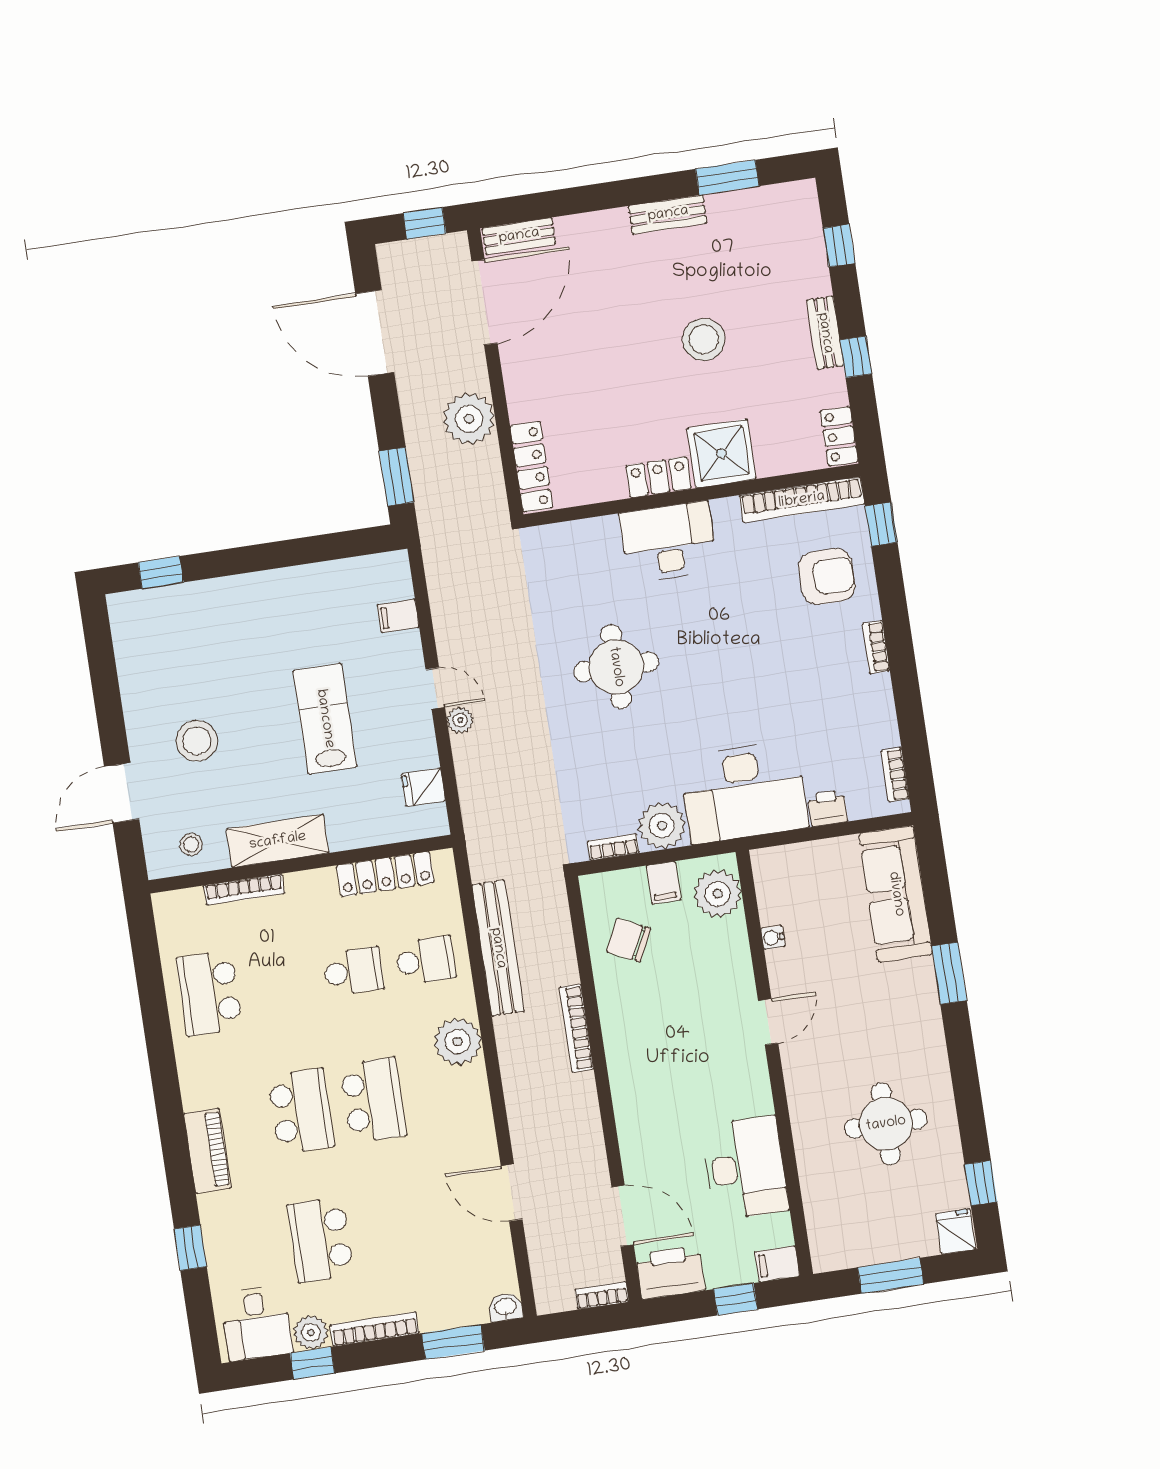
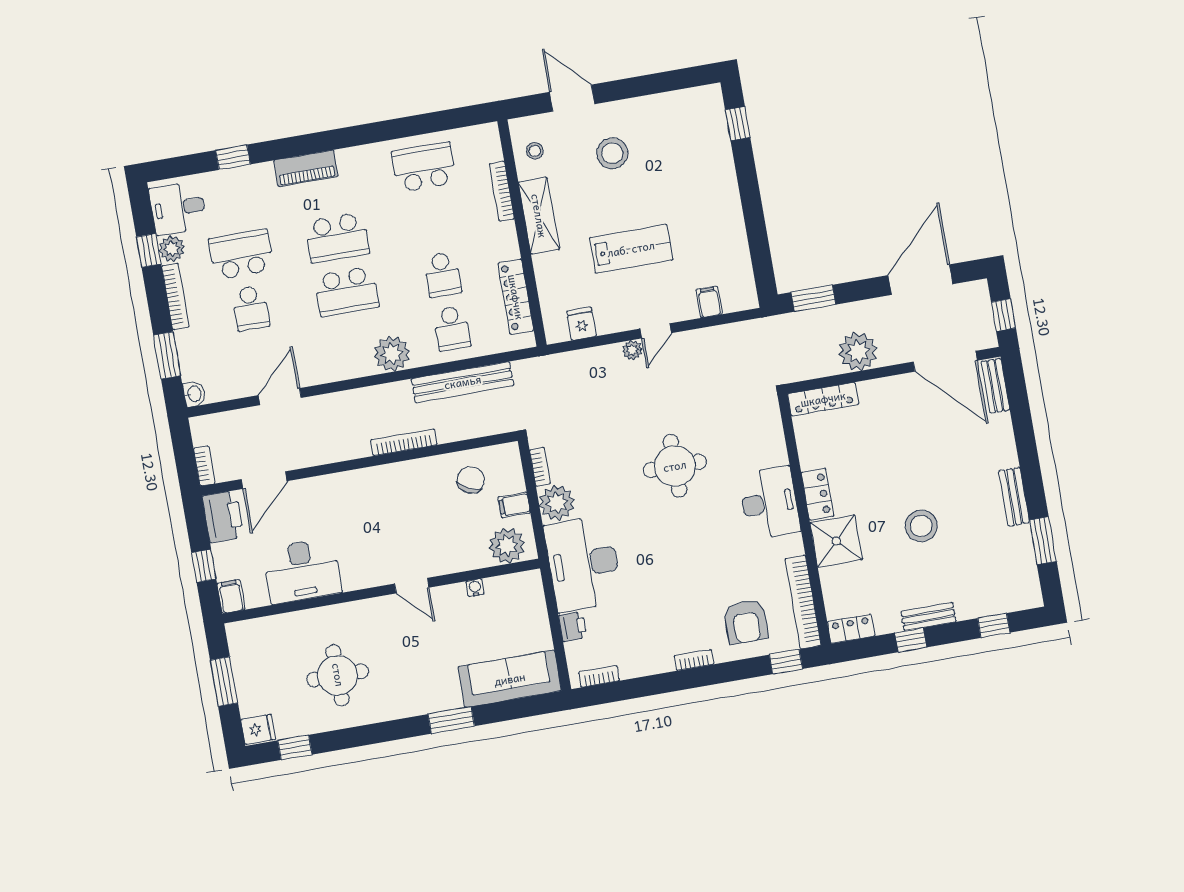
school desk: (392, 1229) -> (251, 308), added

